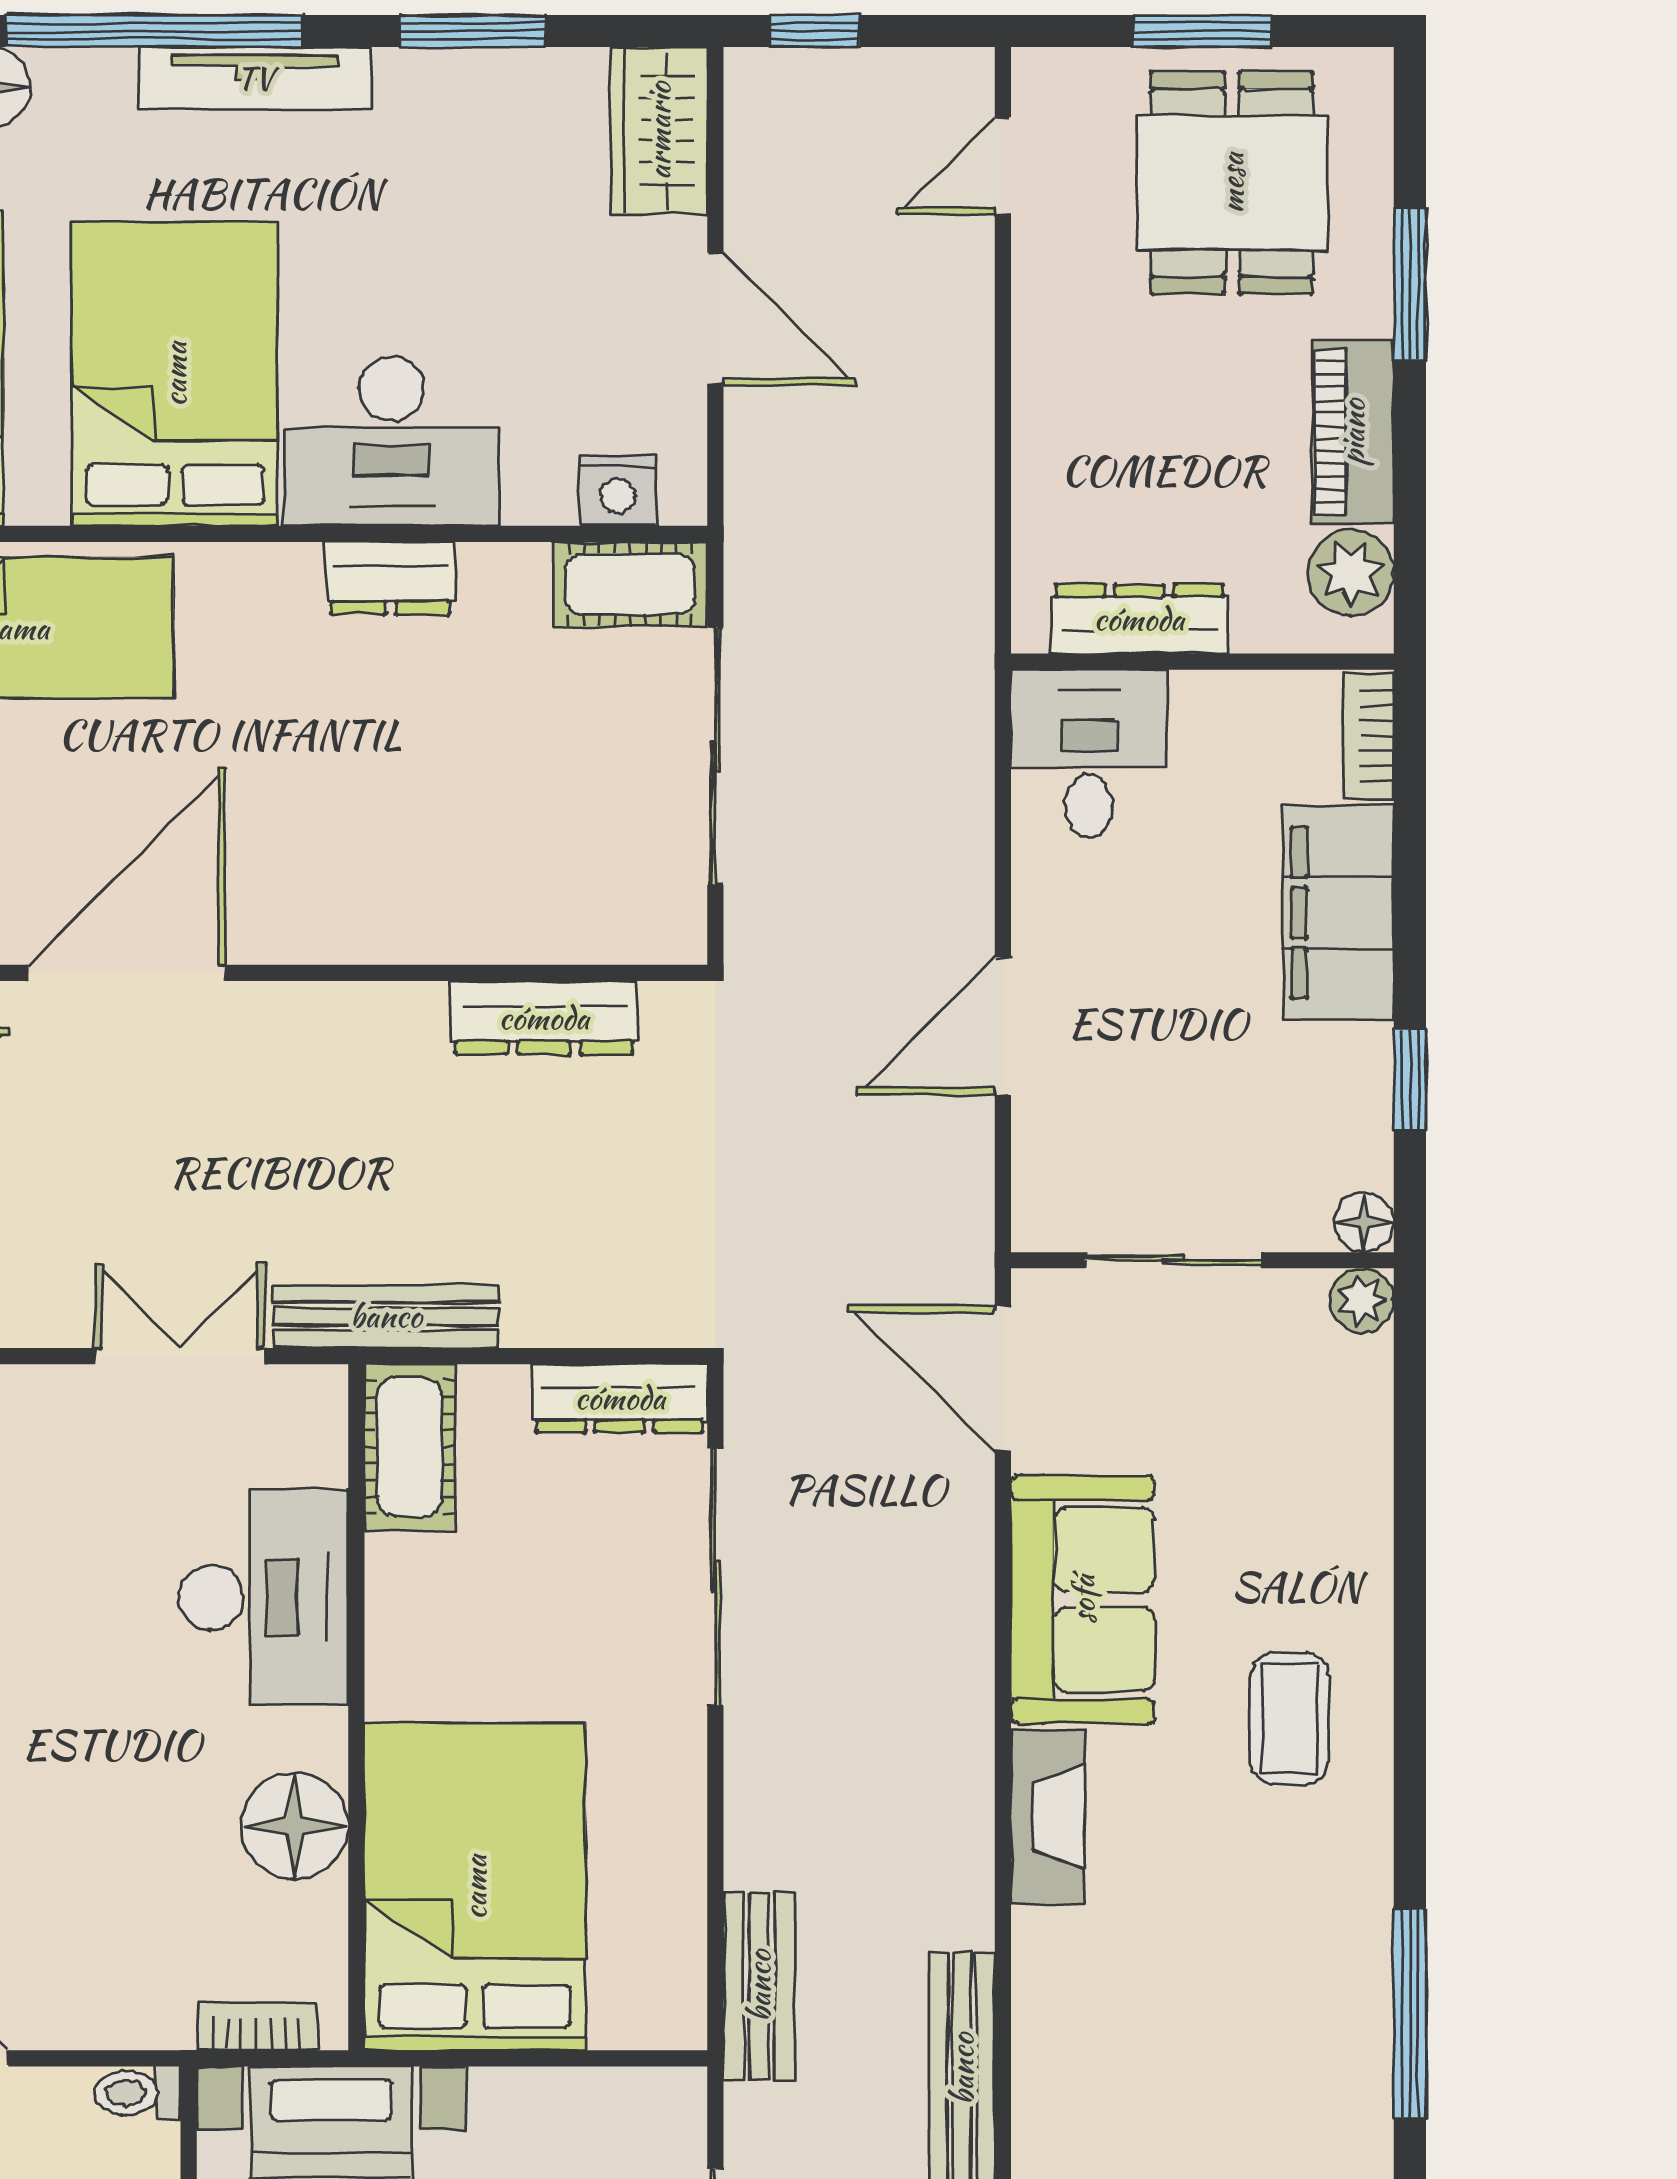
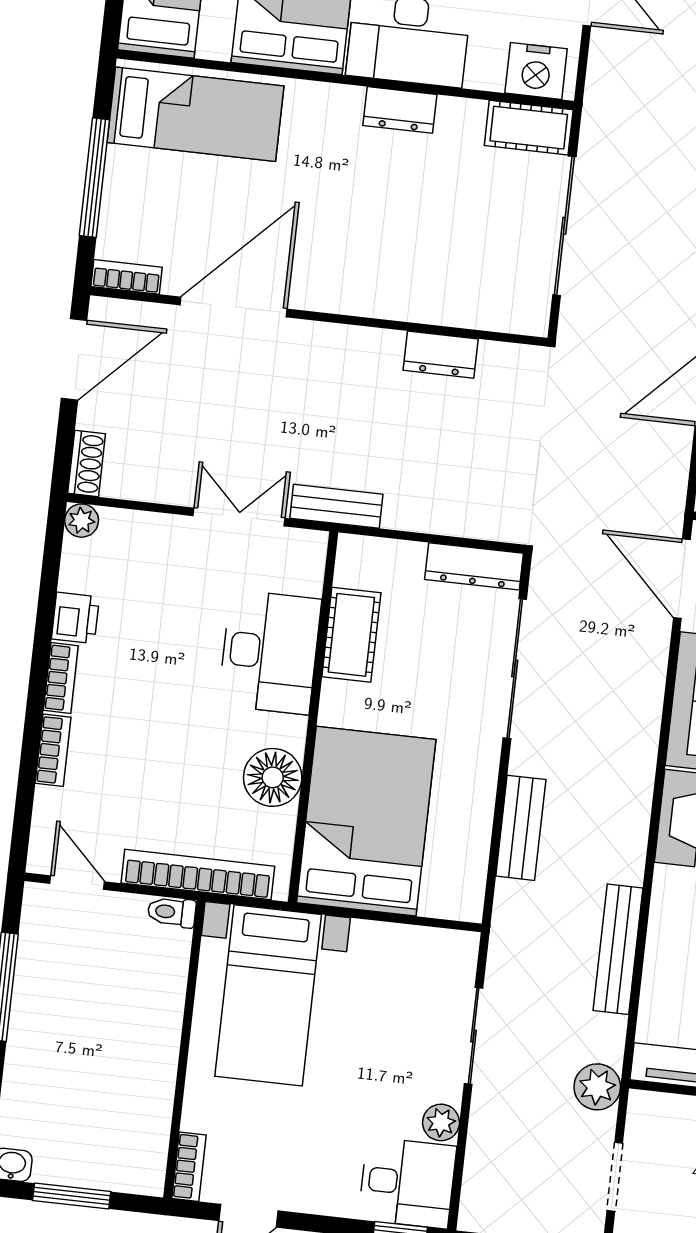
nightstand: (618, 490) -> (536, 71), width x1.36, depth x1.33
dresser: (544, 1018) -> (441, 355), width x0.70
bench: (386, 1316) -> (336, 506), width x0.73
cot: (409, 1447) -> (351, 635), moved
bench: (759, 1986) -> (521, 828), moved
bookcase: (256, 2026) -> (198, 875), width x2.31, depth x1.31

